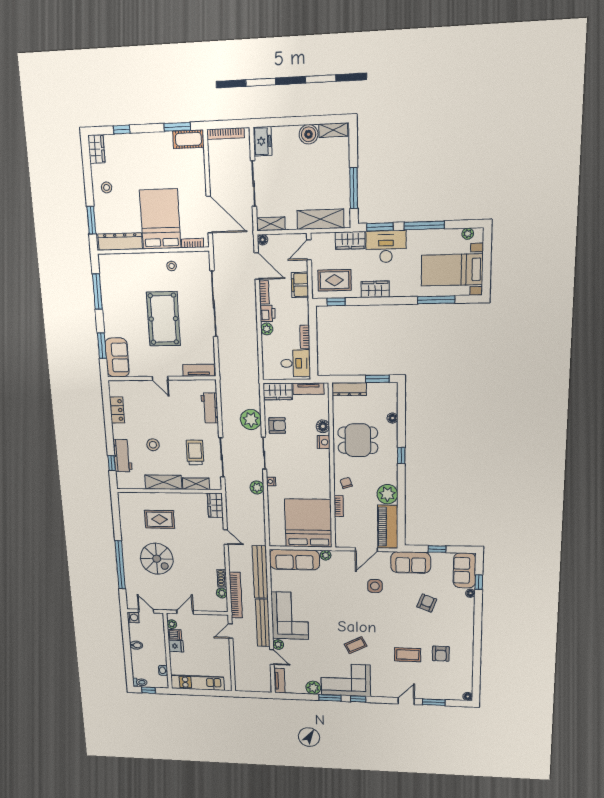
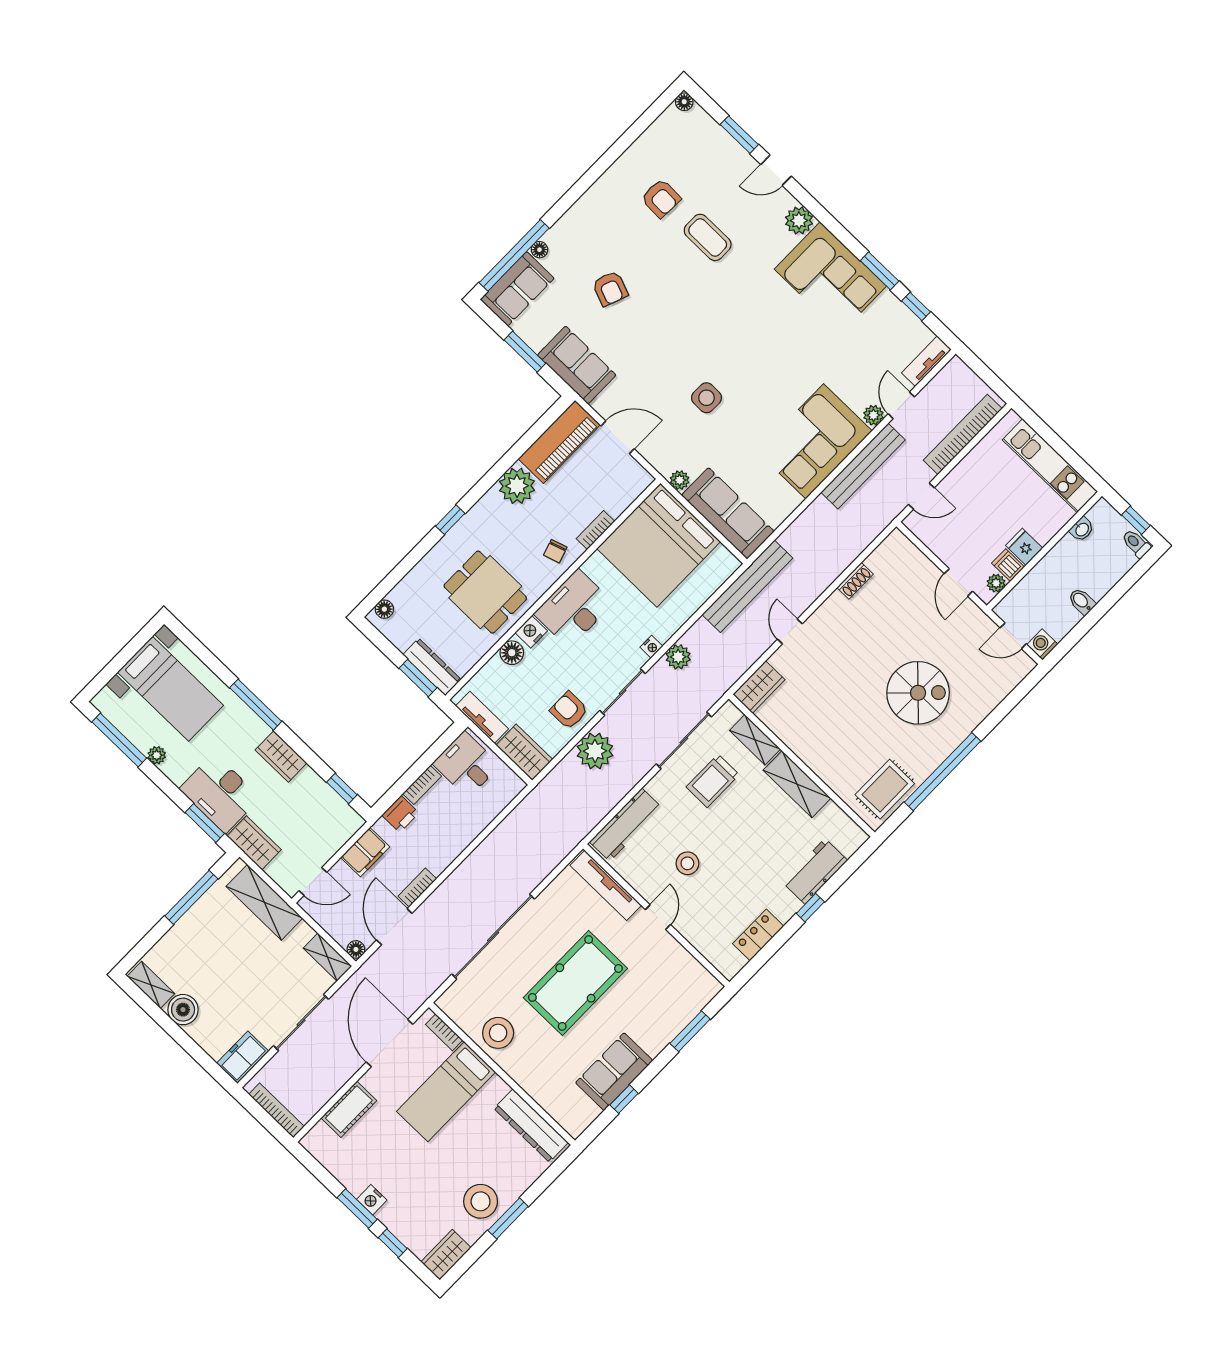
window: (177, 127) -> (357, 1209), moved
nightstand: (149, 139) -> (372, 1200), added
cot: (188, 139) -> (349, 1109), moved, turned 90
stool: (107, 187) -> (481, 1201), width x1.89, depth x1.89
bed: (160, 219) -> (446, 1092), width x0.67
window: (91, 220) -> (508, 1218), moved
window: (424, 225) -> (119, 740), moved
plant: (468, 234) -> (157, 755), moved
stool: (172, 266) -> (498, 1033), width x1.89, depth x1.89
rug: (334, 280) -> (318, 816), removed
window: (97, 292) -> (624, 1099), width x0.46
window: (436, 300) -> (256, 705), moved
printer: (268, 313) -> (400, 814), moved, turned 180
plant: (267, 329) -> (459, 841), removed
sofa: (117, 358) -> (614, 1072), moved
tv unit: (199, 370) -> (606, 885), width x1.41
window: (377, 379) -> (418, 678), moved
workbench: (210, 408) -> (626, 825), width x1.38
floor lamp: (392, 418) -> (384, 609), moved
stool: (153, 445) -> (687, 863), moved
window: (112, 463) -> (810, 908), moved
desk: (316, 467) -> (574, 609), added
rug: (159, 519) -> (885, 789), moved, turned 90
window: (437, 549) -> (525, 352), width x1.50
spiral stairs: (157, 559) -> (918, 693), turned 90
window: (120, 565) -> (942, 772), moved
bench: (260, 572) -> (747, 586), moved
window: (479, 582) -> (514, 255), width x3.17
side table: (375, 586) -> (706, 398), moved
plant: (222, 593) -> (877, 561), removed
bookcase: (236, 595) -> (963, 434), moved
armchair: (427, 603) -> (610, 289), turned -90
door: (146, 611) -> (1013, 636), hinge flipped
door: (185, 612) -> (958, 582), hinge flipped
coffee table: (356, 645) -> (766, 316), removed
armchair: (441, 654) -> (661, 198), turned 92
plant: (313, 688) -> (799, 221), moved
window: (358, 699) -> (916, 306), moved

